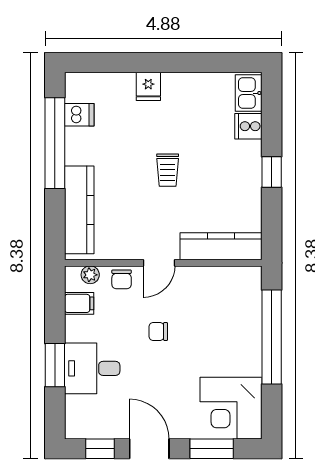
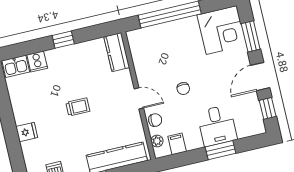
kitchen counter: (221, 246) -> (117, 52), width x0.67

